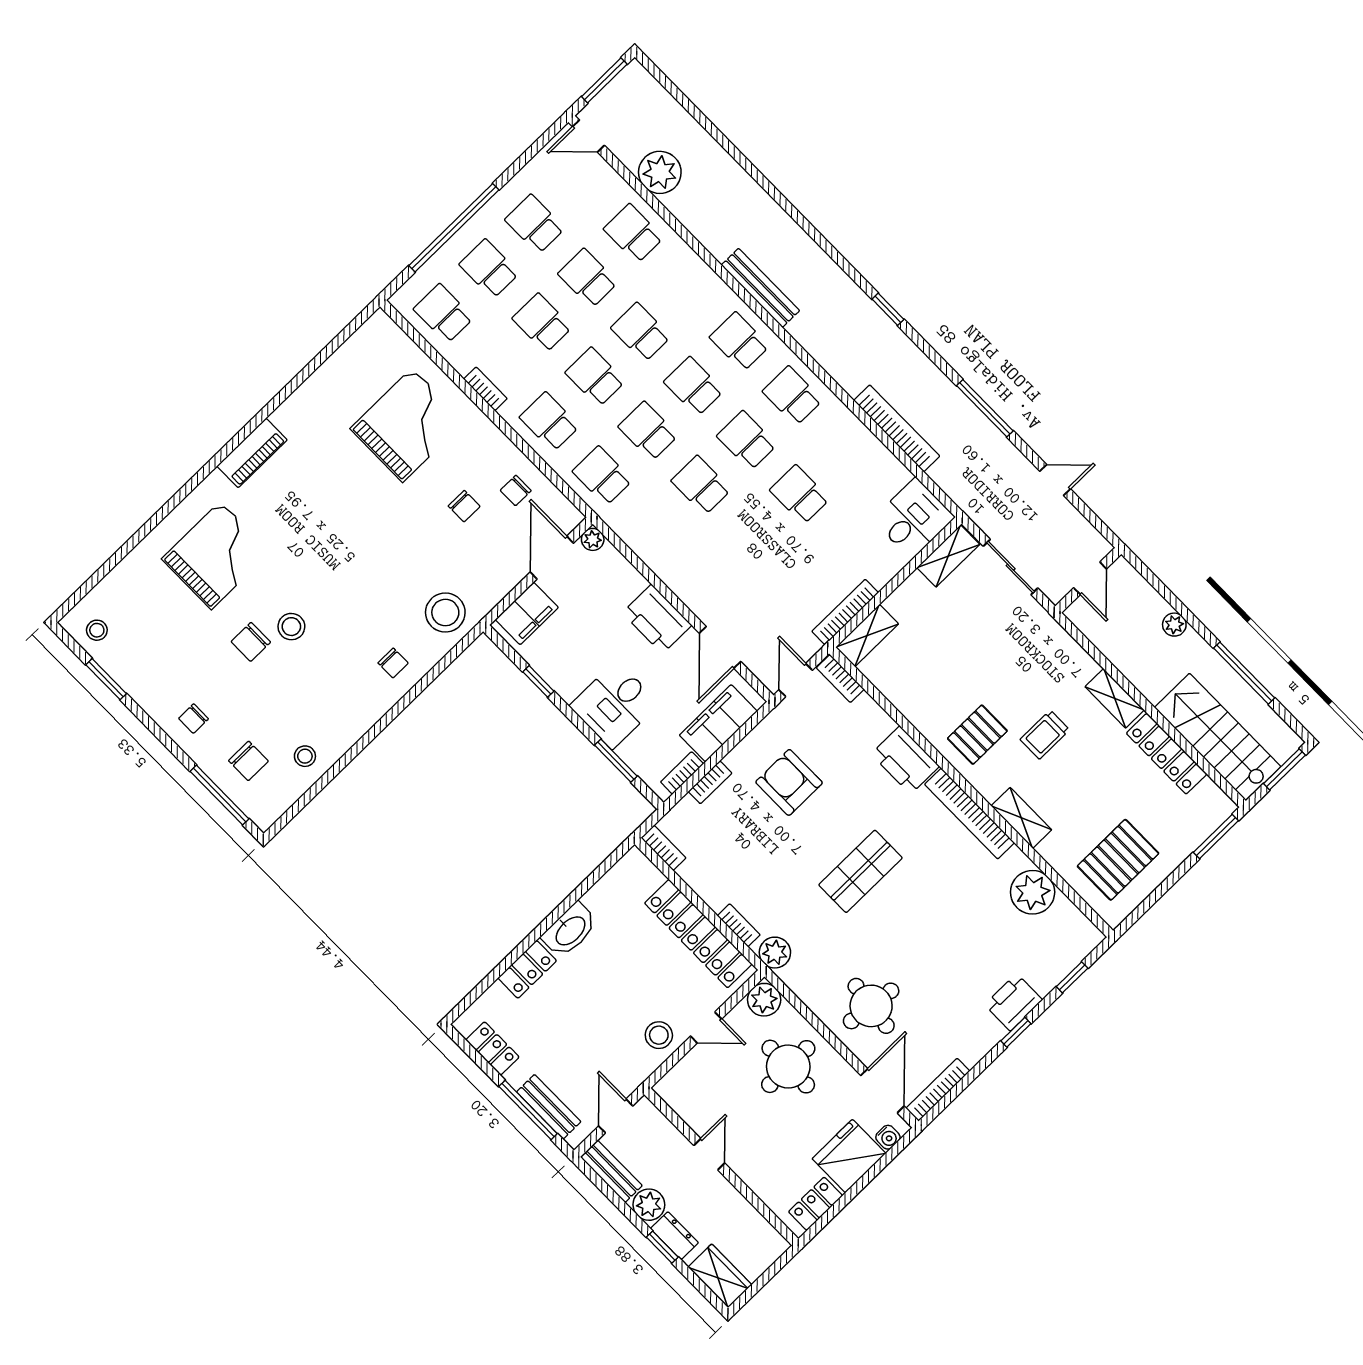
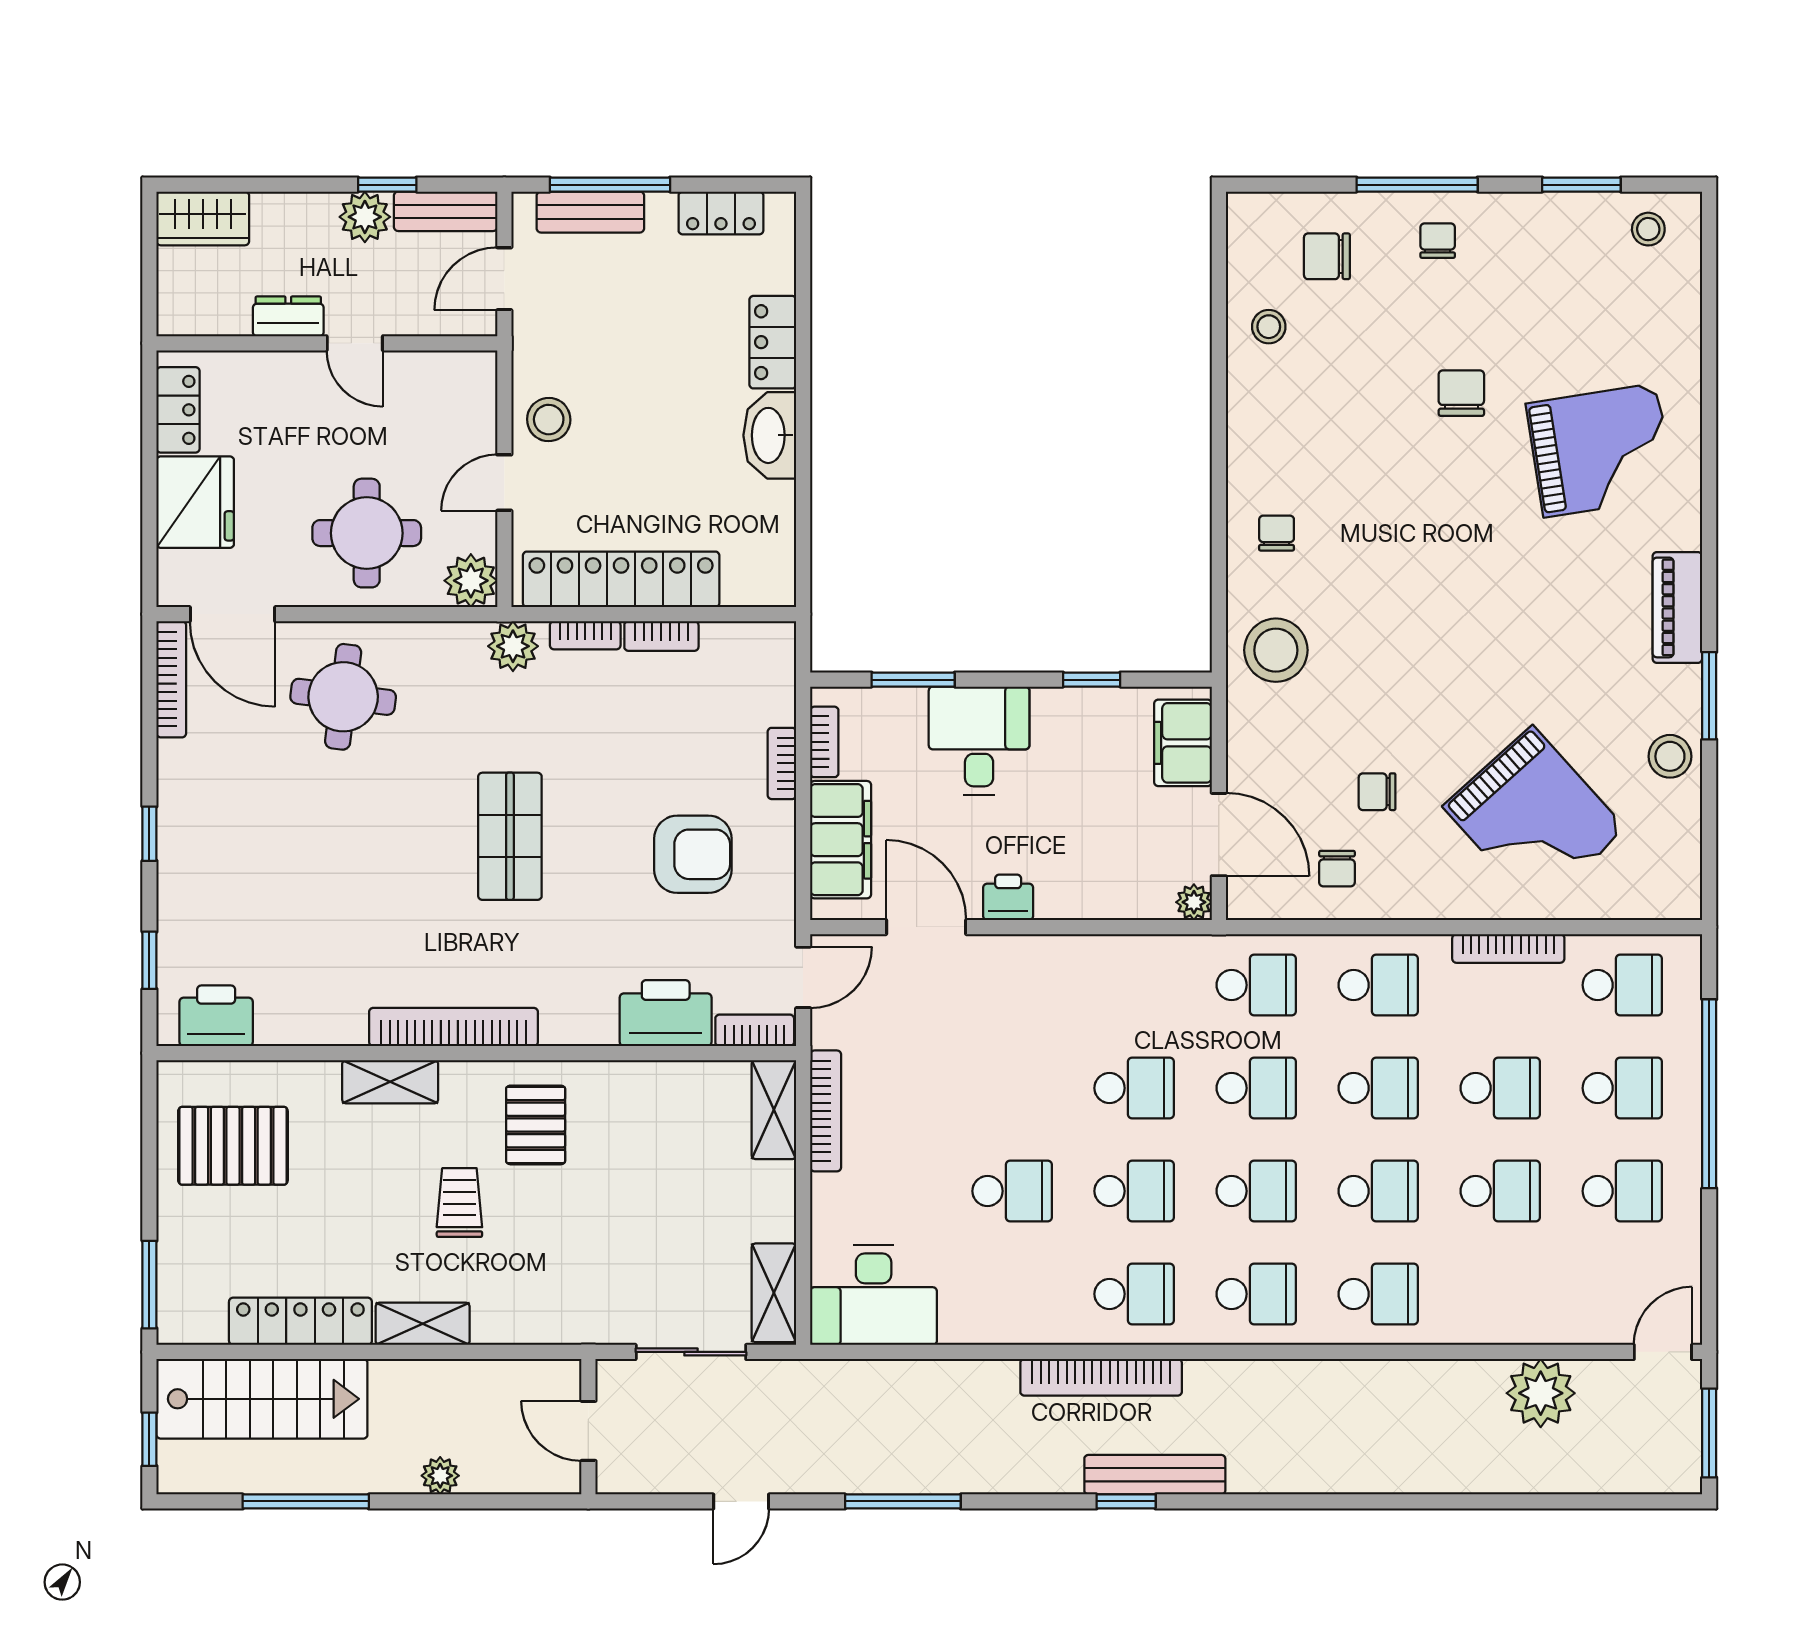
school desk: (633, 233) -> (1378, 1294), moved
bench: (760, 288) -> (1155, 1475), moved
bookcase: (485, 389) -> (1508, 948), width x1.56
window: (277, 401) -> (1709, 696), added
grand piano: (407, 425) -> (1534, 818), turned -42
bookcase: (897, 428) -> (1101, 1377), moved
chair: (516, 491) -> (1337, 869), turned 180
desk: (914, 518) -> (874, 1295), width x1.37
grand piano: (216, 555) -> (1600, 450), turned -99
printer: (657, 619) -> (1008, 897), width x0.53, depth x0.68
stool: (291, 627) -> (1670, 756), moved
chair: (393, 663) -> (1277, 533), turned 90
door: (796, 680) -> (803, 977), hinge flipped
printer: (905, 760) -> (666, 1013), moved
window: (1284, 769) -> (149, 1439), width x0.67
window: (220, 795) -> (1417, 185), moved
bookcase: (663, 848) -> (661, 636), moved
pallet: (1118, 860) -> (233, 1146), turned 90
plant: (1033, 892) -> (292, 1011), removed
printer: (1014, 1002) -> (216, 1016), moved, turned -90
door: (616, 1116) -> (504, 279), swing flipped
water cooler: (888, 1137) -> (173, 568), removed
dresser: (674, 1236) -> (288, 316), moved, turned 180
window: (662, 1247) -> (387, 185), moved

